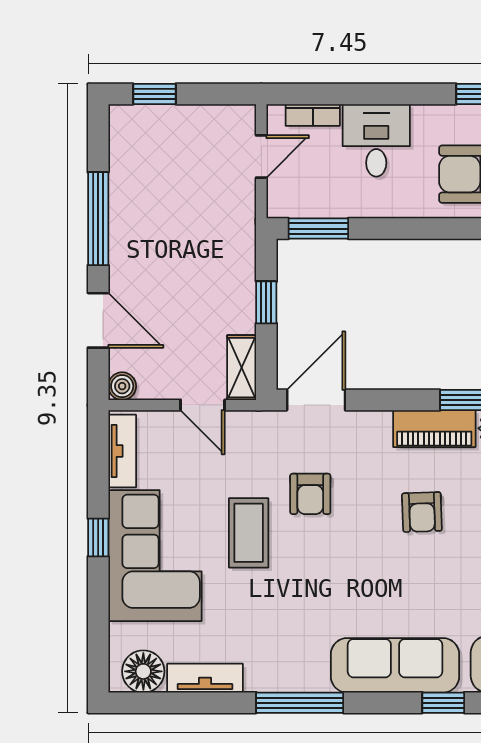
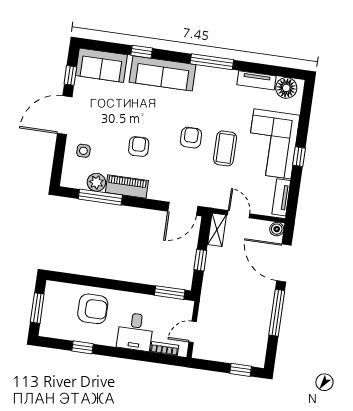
door: (98, 320) -> (284, 263), width x1.36
armchair: (310, 494) -> (191, 138), moved

